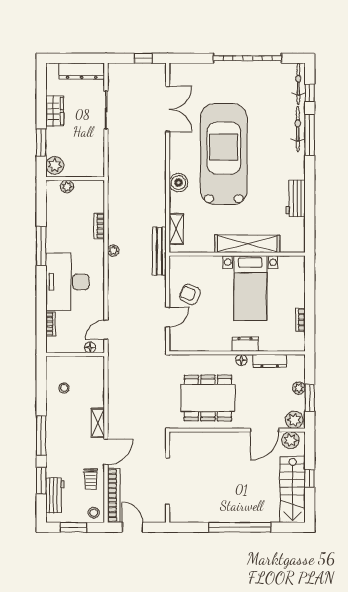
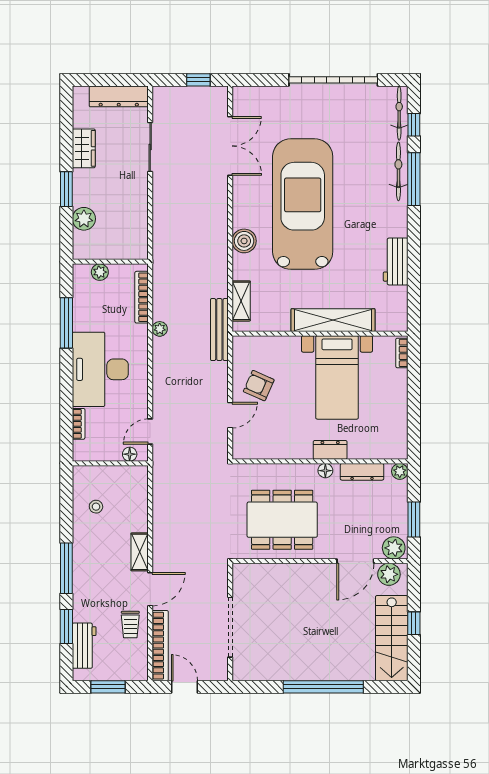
wall: (75, 179) -> (110, 262), moved
plant: (67, 187) -> (100, 272), moved
bookcase: (99, 226) -> (142, 297), width x1.56
bookcase: (300, 320) -> (402, 353), moved
plant: (299, 388) -> (400, 471), moved
stool: (94, 513) -> (134, 668), removed

